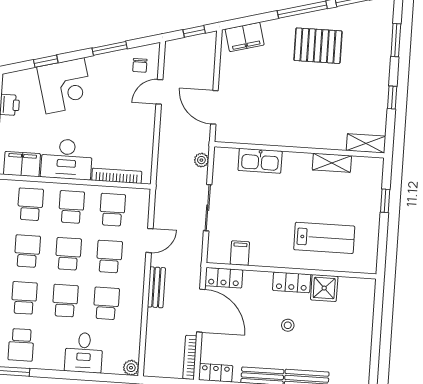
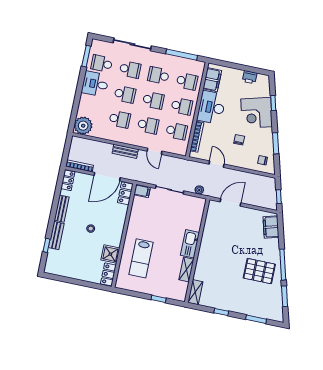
pallet: (318, 46) -> (259, 271), turned 90
door: (159, 92) -> (217, 164), moved
chair: (112, 108) -> (239, 140), added
kitchen sink: (260, 161) -> (190, 244), moved
school desk: (27, 251) -> (159, 75), turned 180
filing cabinet: (240, 253) -> (142, 191), moved
locker: (292, 282) -> (108, 274), moved
desk: (84, 353) -> (95, 84), moved
plant: (131, 368) -> (83, 126), width x1.88, depth x1.88

